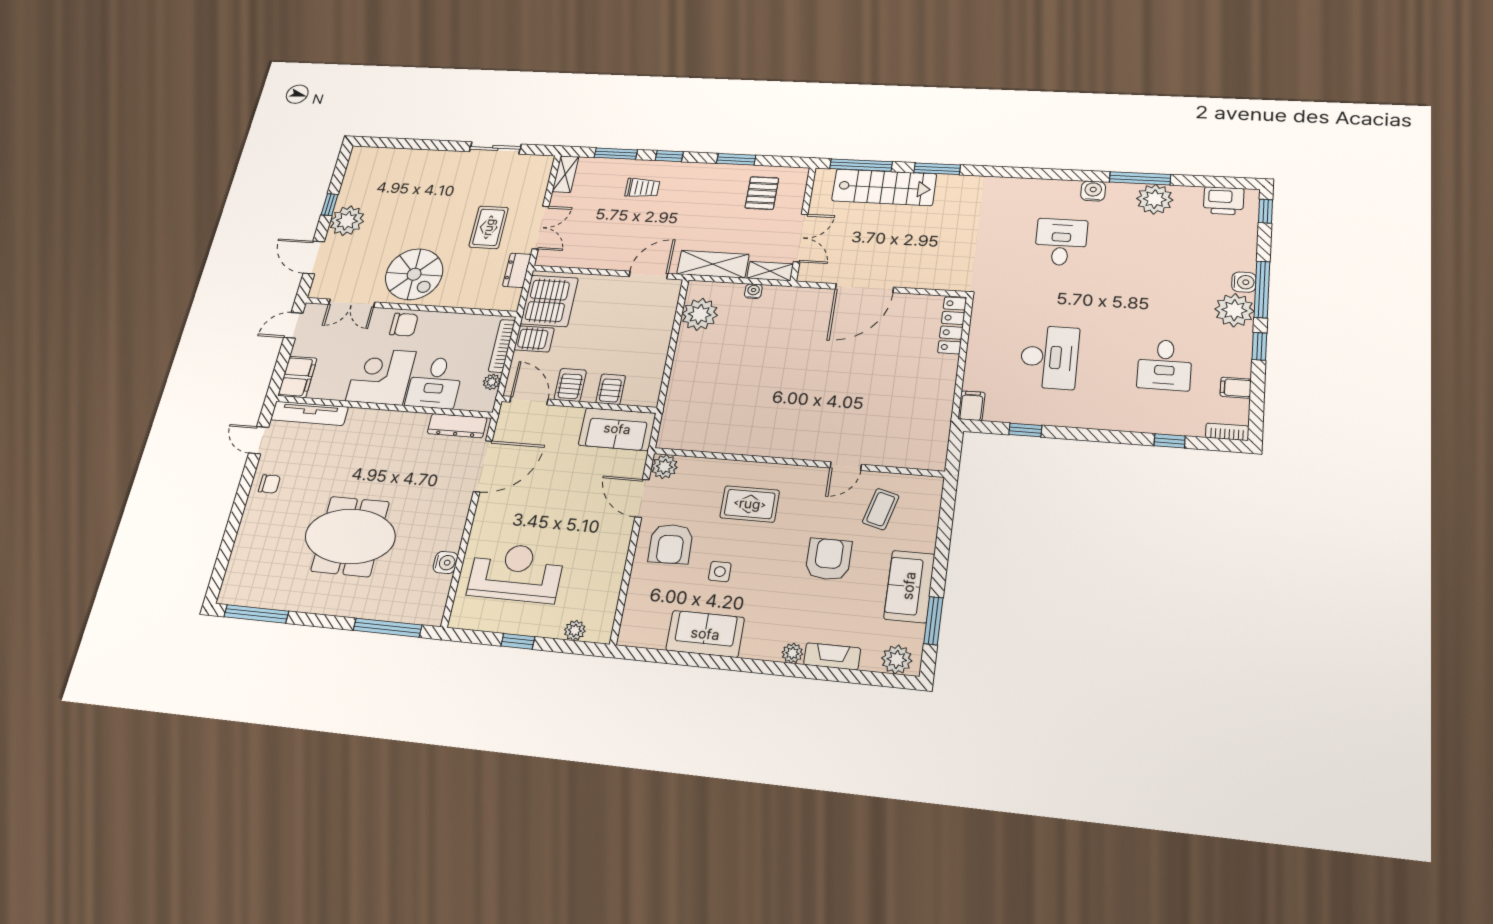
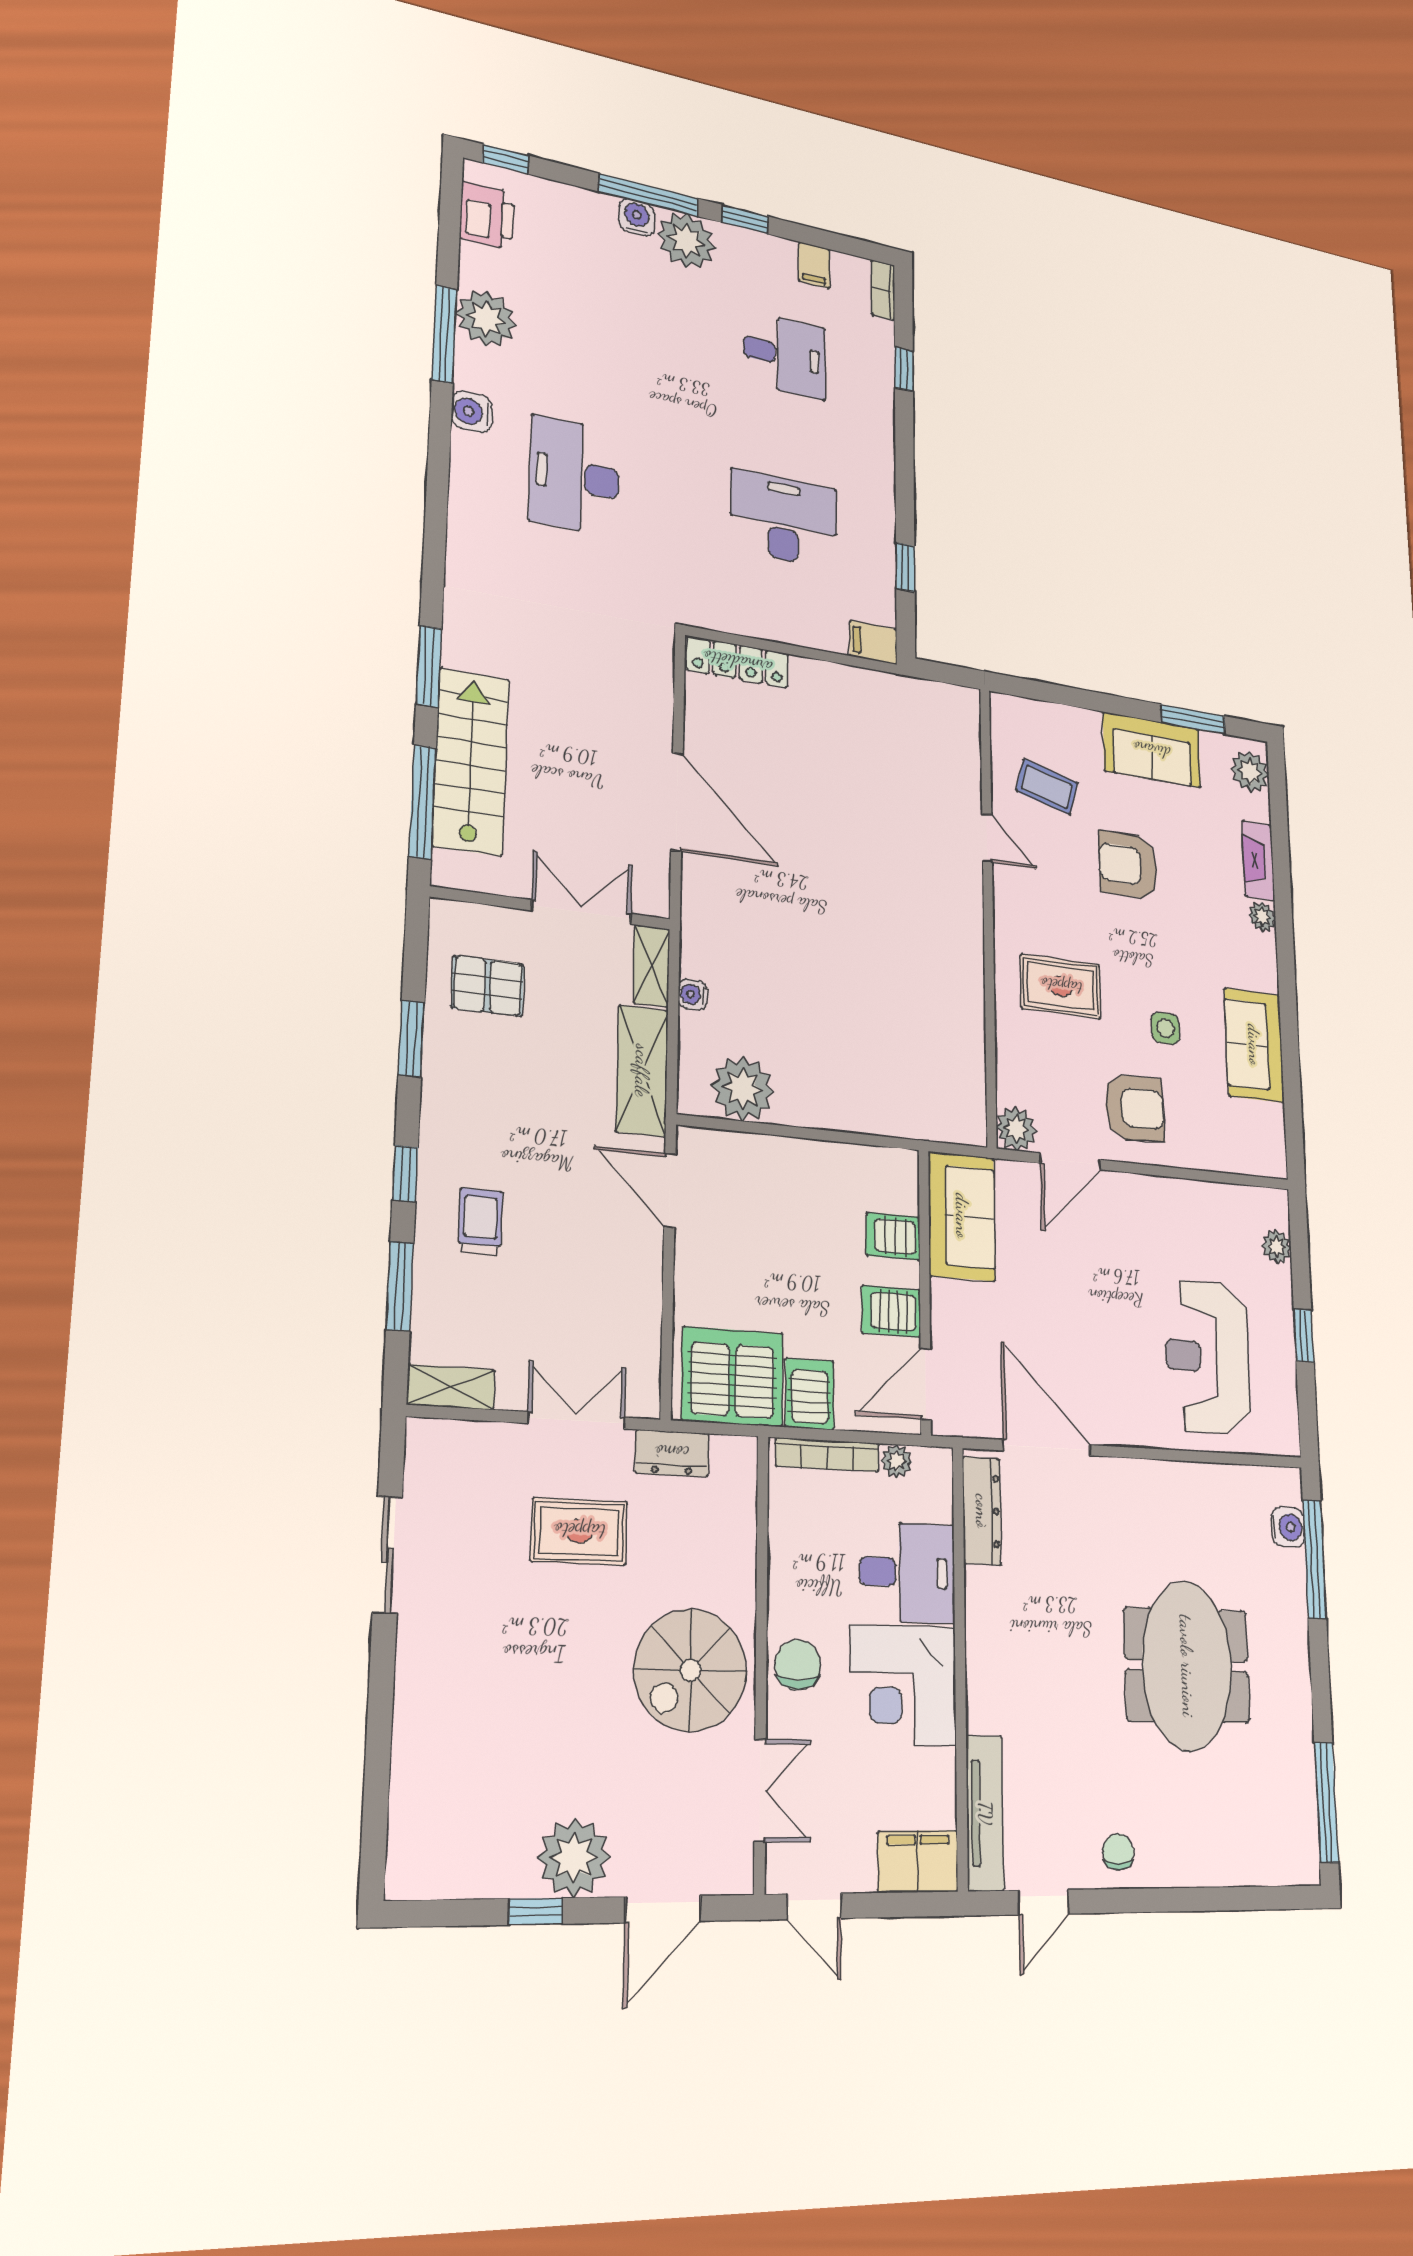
desk: (1061, 242) -> (574, 476), width x1.37
spiral stairs: (414, 274) -> (690, 1670), turned 180
rug: (750, 504) -> (1061, 986), turned 90
water cooler: (445, 562) -> (1288, 1527), moved, turned 90

